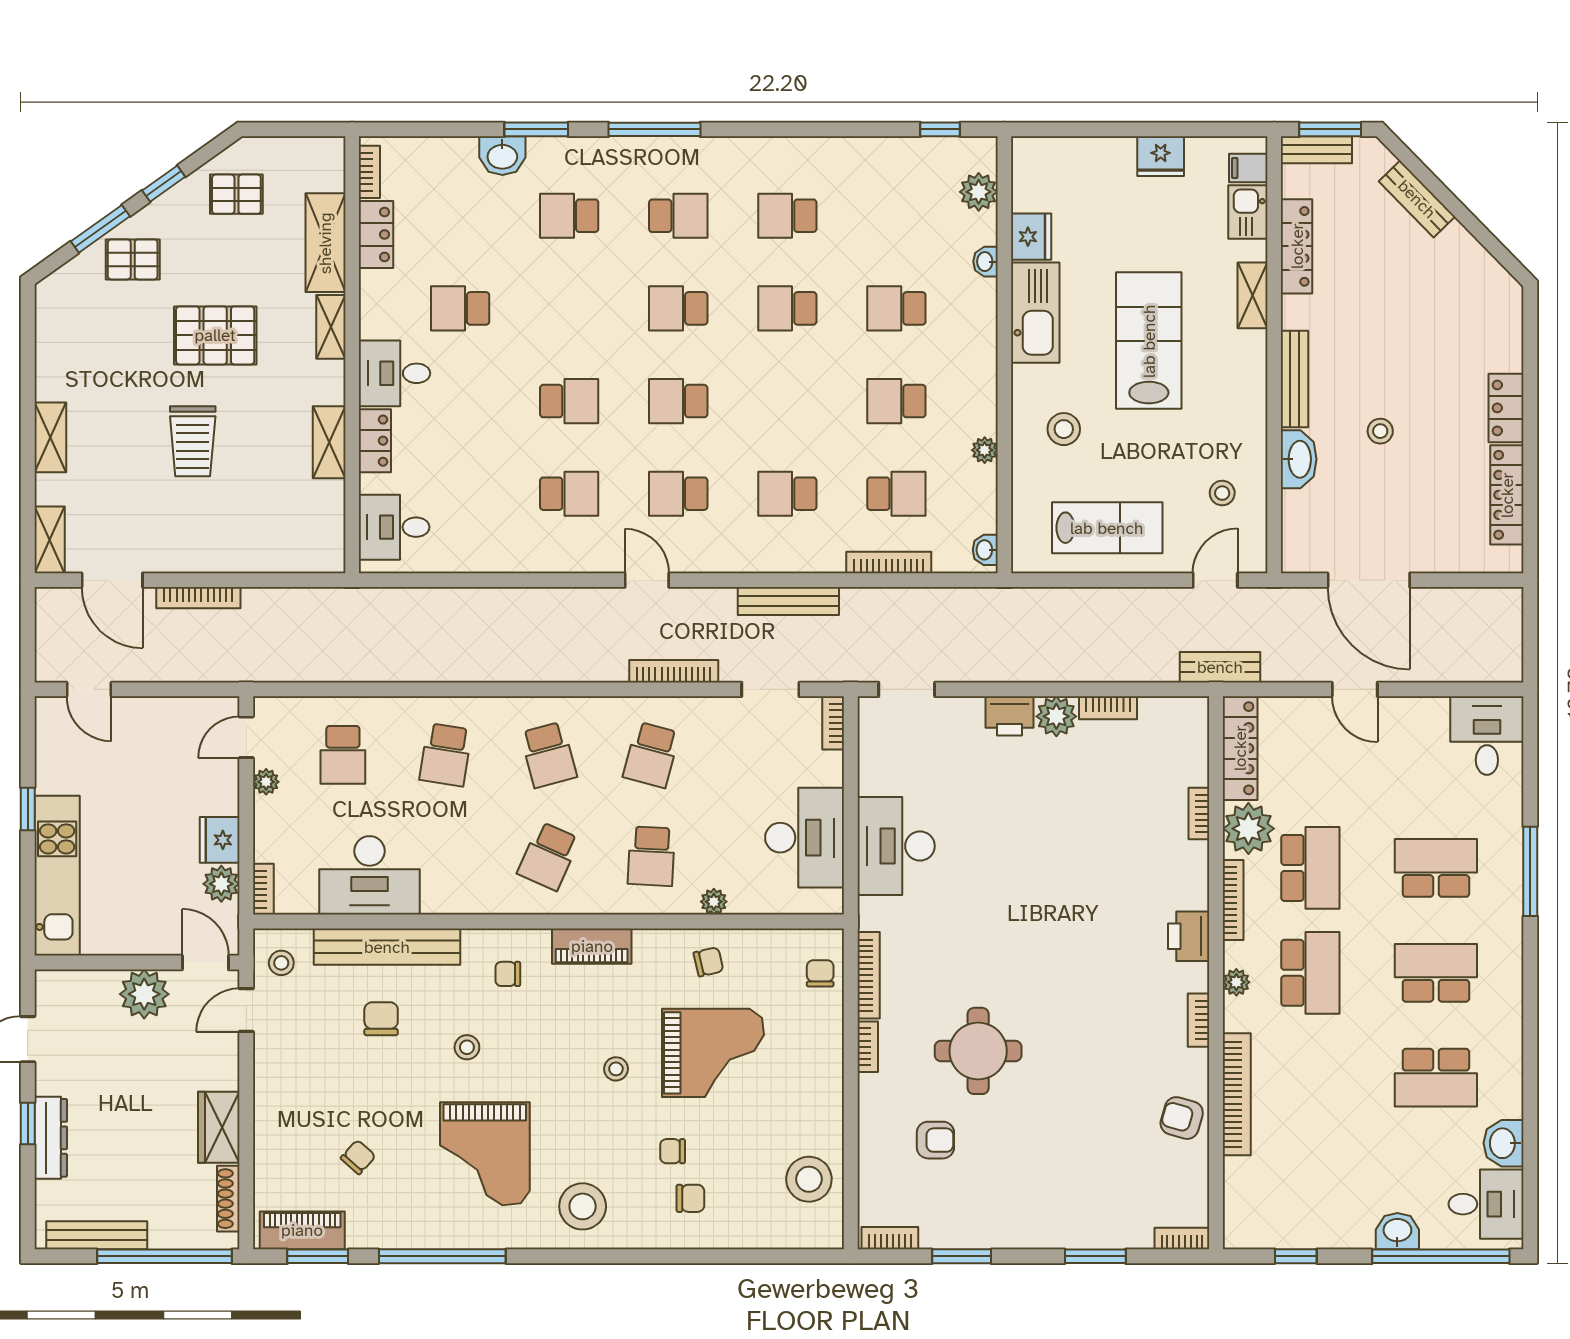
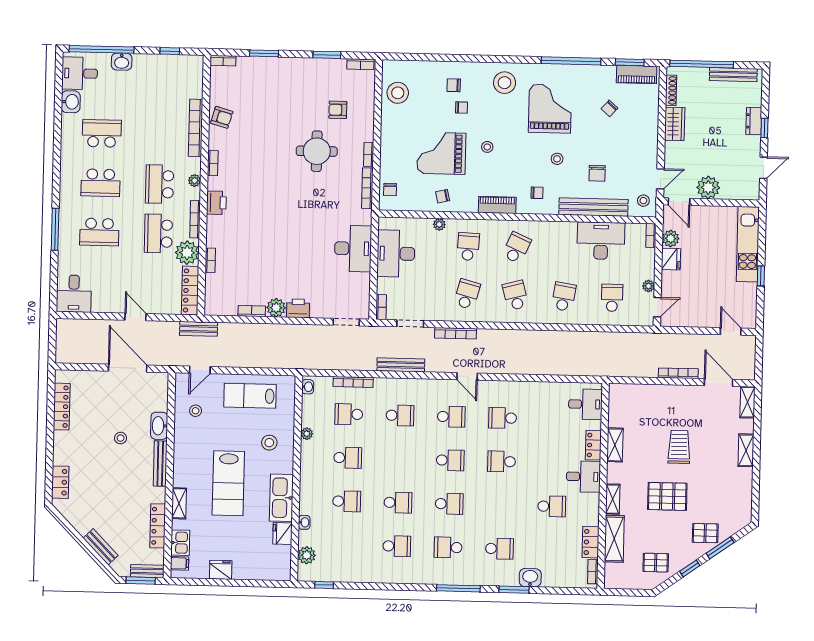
locker: (1506, 408) -> (60, 482), moved
dresser: (51, 1138) -> (754, 121), width x0.70

